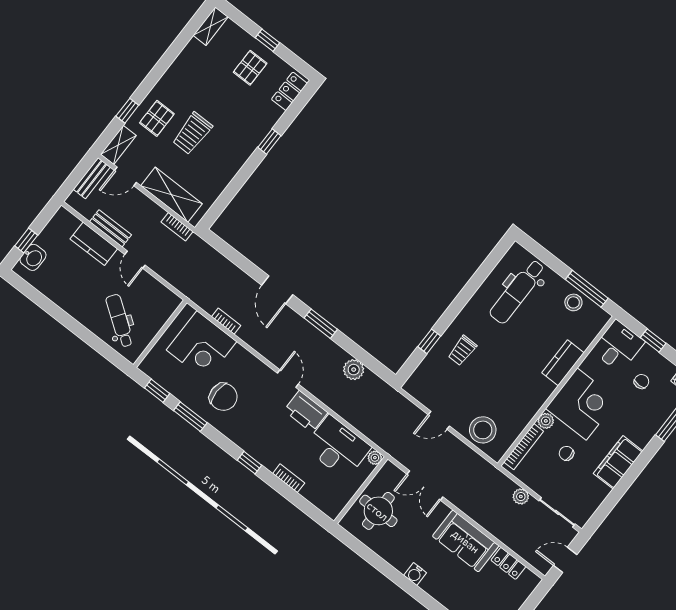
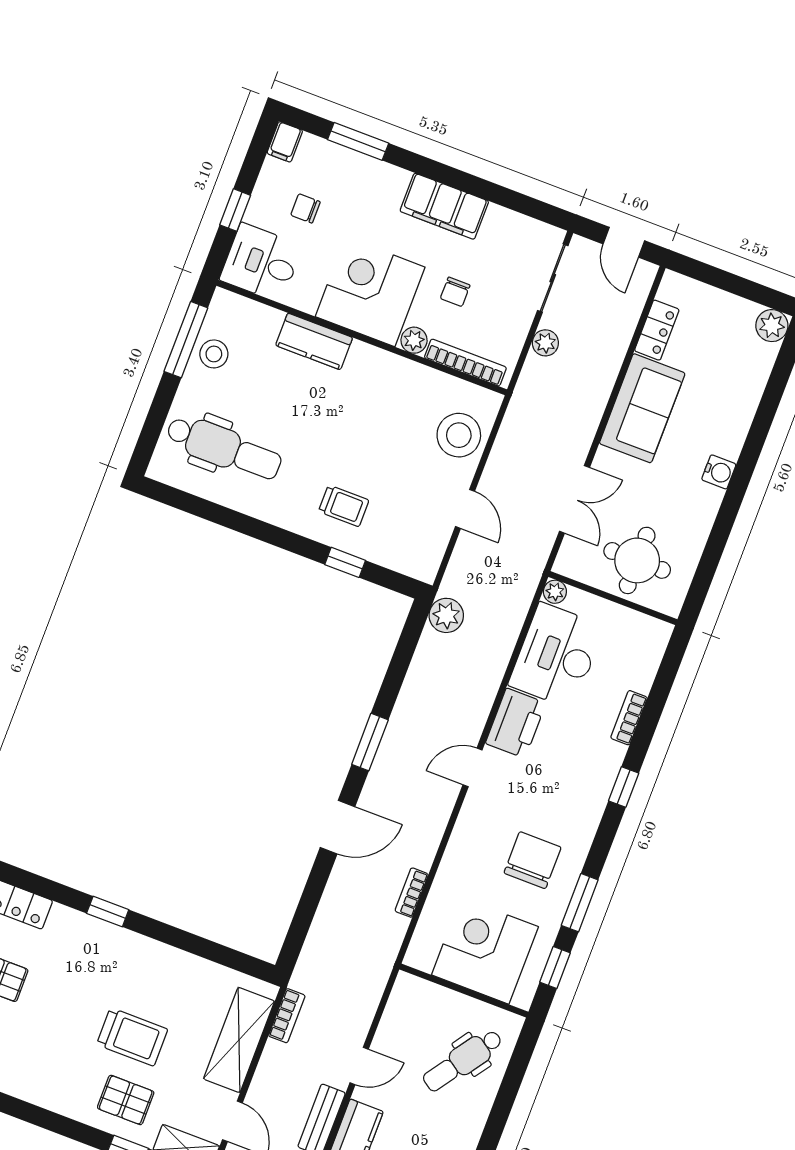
corner desk: (202, 346) -> (485, 951), moved, turned -90
plant: (354, 370) -> (446, 615), moved

